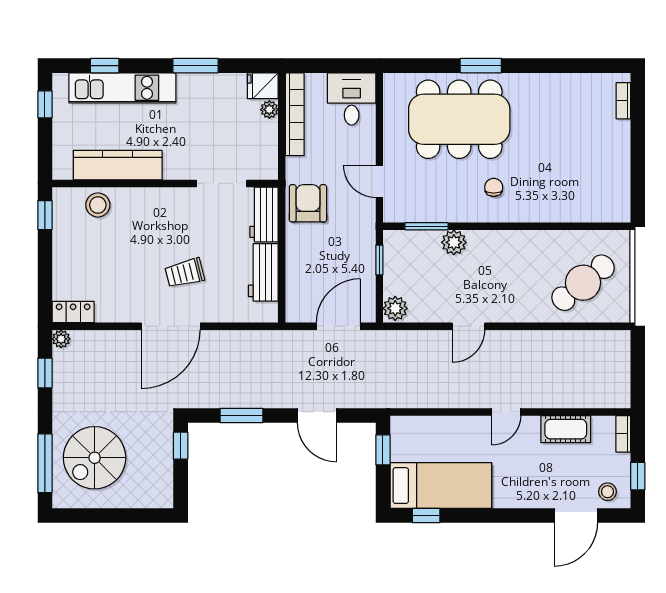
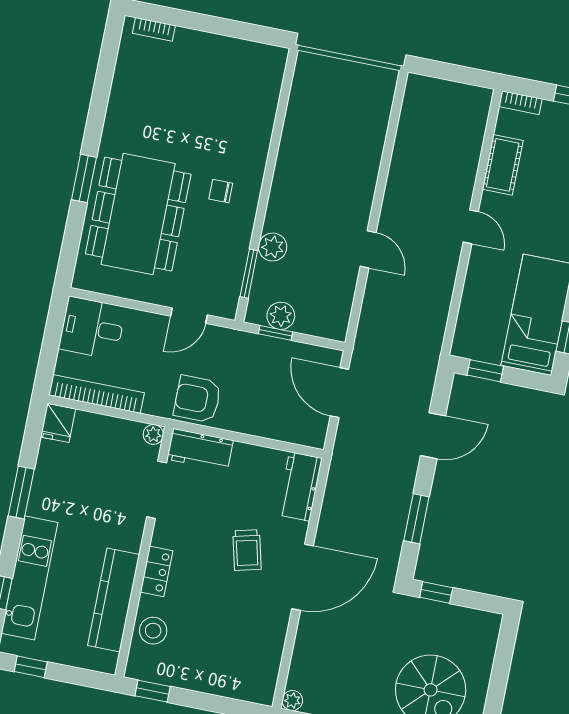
plant: (269, 110) -> (153, 434), moved
workbench: (263, 272) -> (300, 486), moved, turned 90
cafe table: (583, 283) -> (345, 114), removed
plant: (395, 308) -> (281, 316), moved
locker: (73, 312) -> (157, 571), moved, turned 180
door: (171, 326) -> (303, 577), hinge flipped

